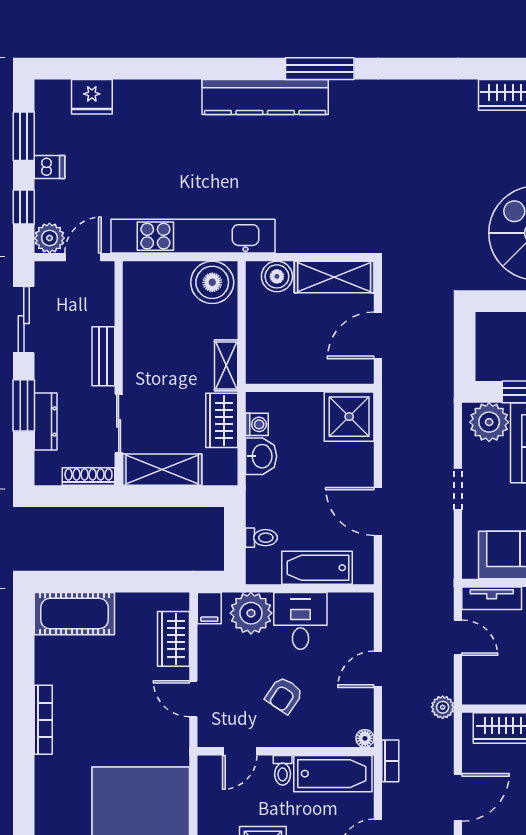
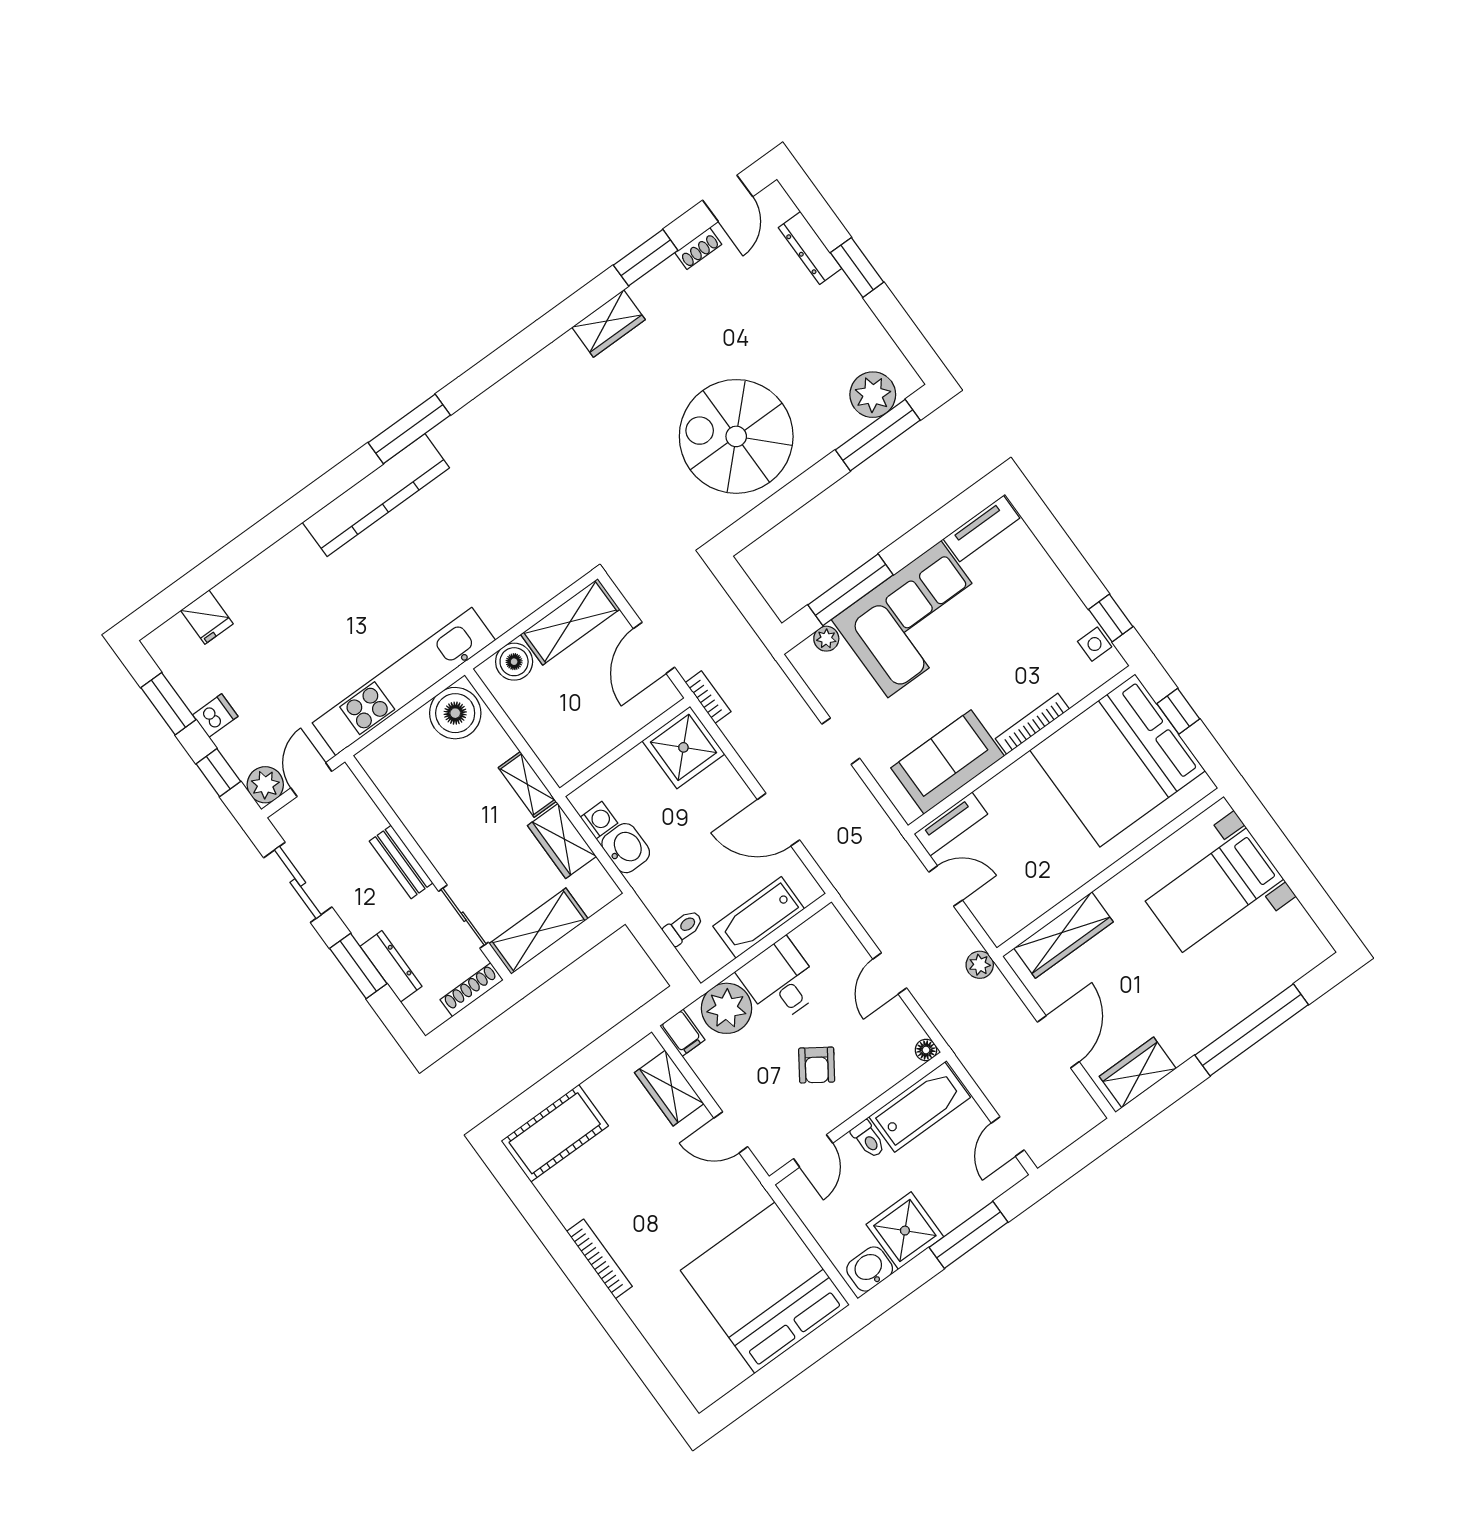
fridge: (92, 97) -> (207, 617), width x0.72
plant: (489, 422) -> (826, 639), width x0.53, depth x0.53
bookcase: (390, 761) -> (708, 697), moved

